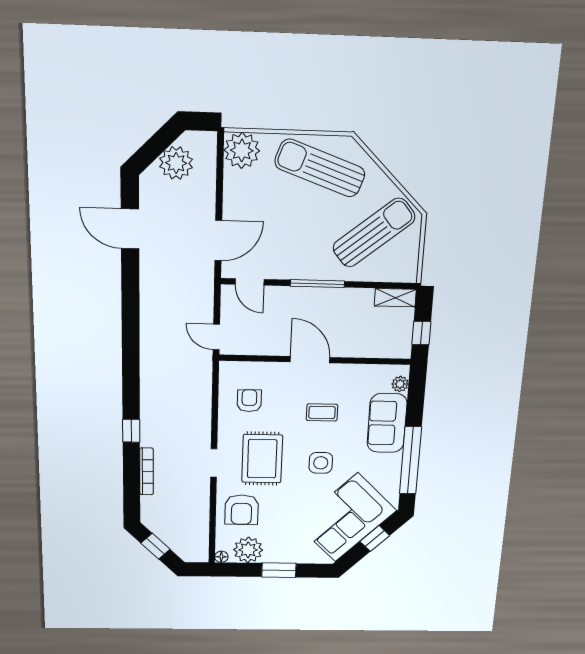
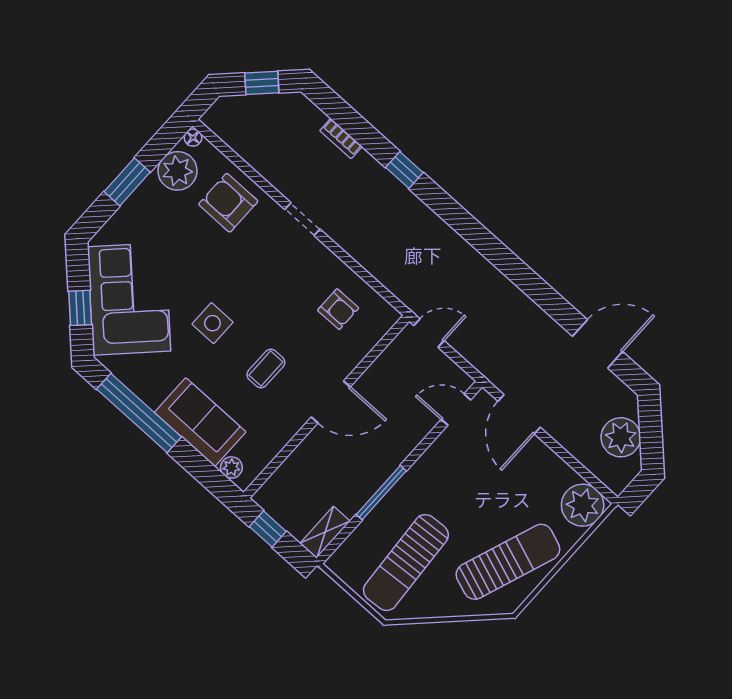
sun lounger: (374, 233) -> (406, 563), turned 35
window: (317, 284) -> (381, 493), moved
rug: (262, 459) -> (266, 270), removed
bookcase: (146, 471) -> (341, 139), width x0.64

